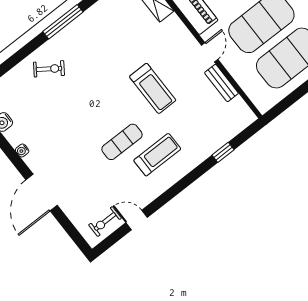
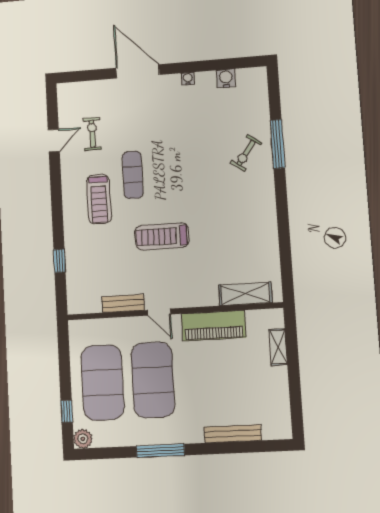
window: (63, 22) -> (278, 144), moved
exercise bike: (105, 222) -> (92, 134), moved

